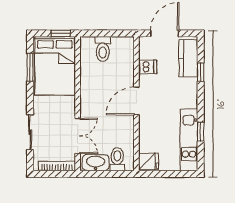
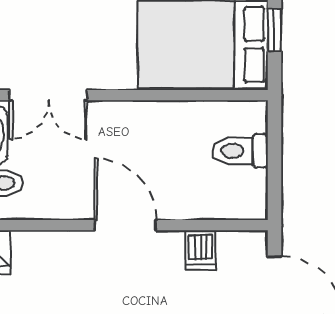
window: (61, 33) -> (274, 30), moved

